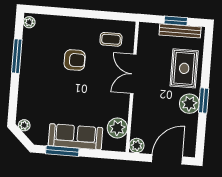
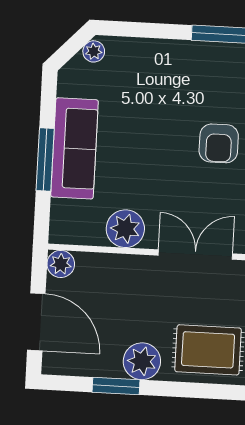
window: (204, 100) -> (116, 386), moved
plant: (117, 128) -> (125, 229), moved
window: (62, 151) -> (45, 160), moved

